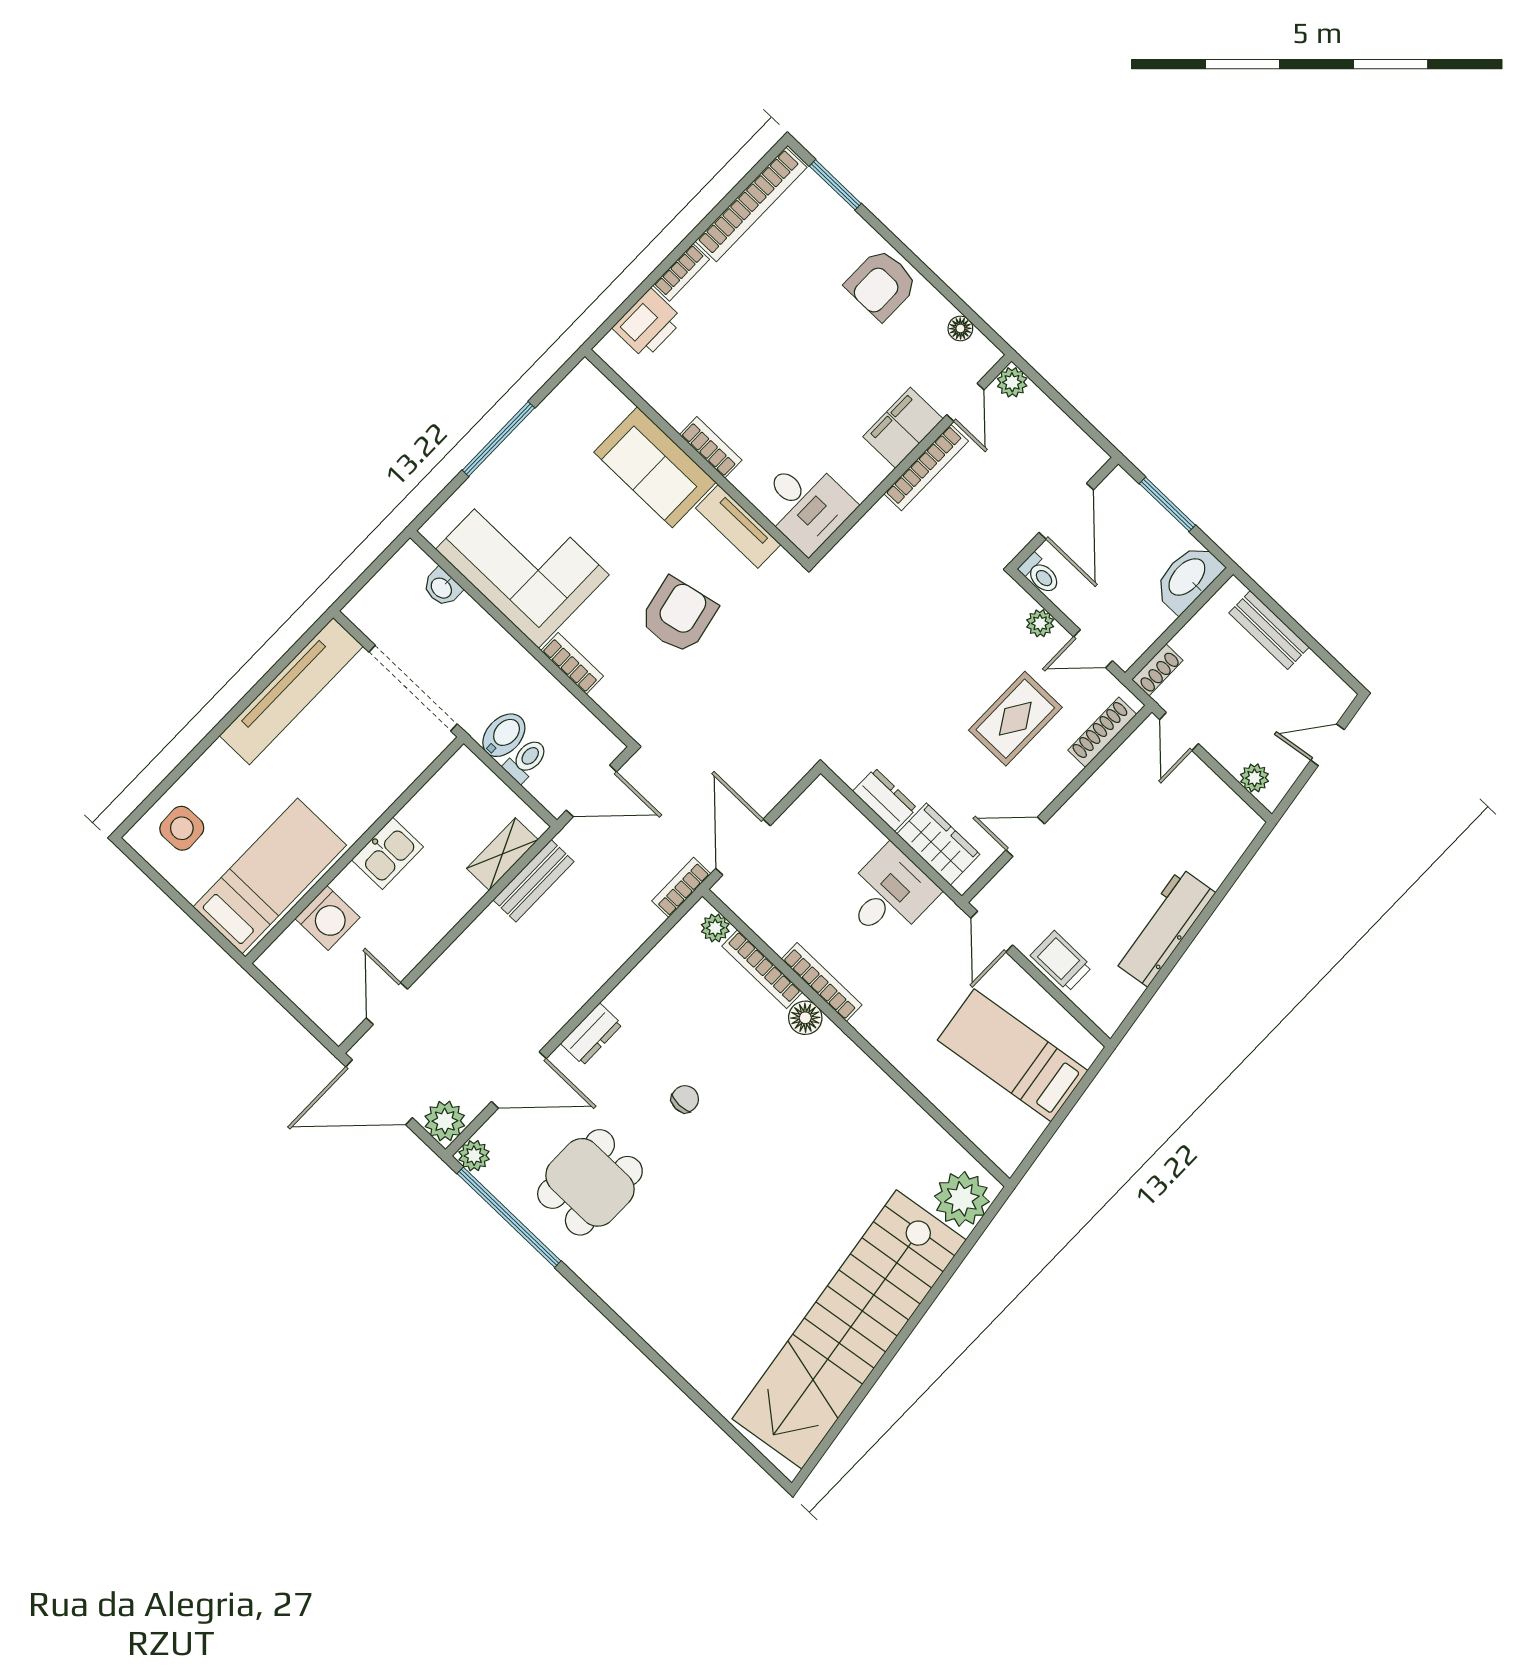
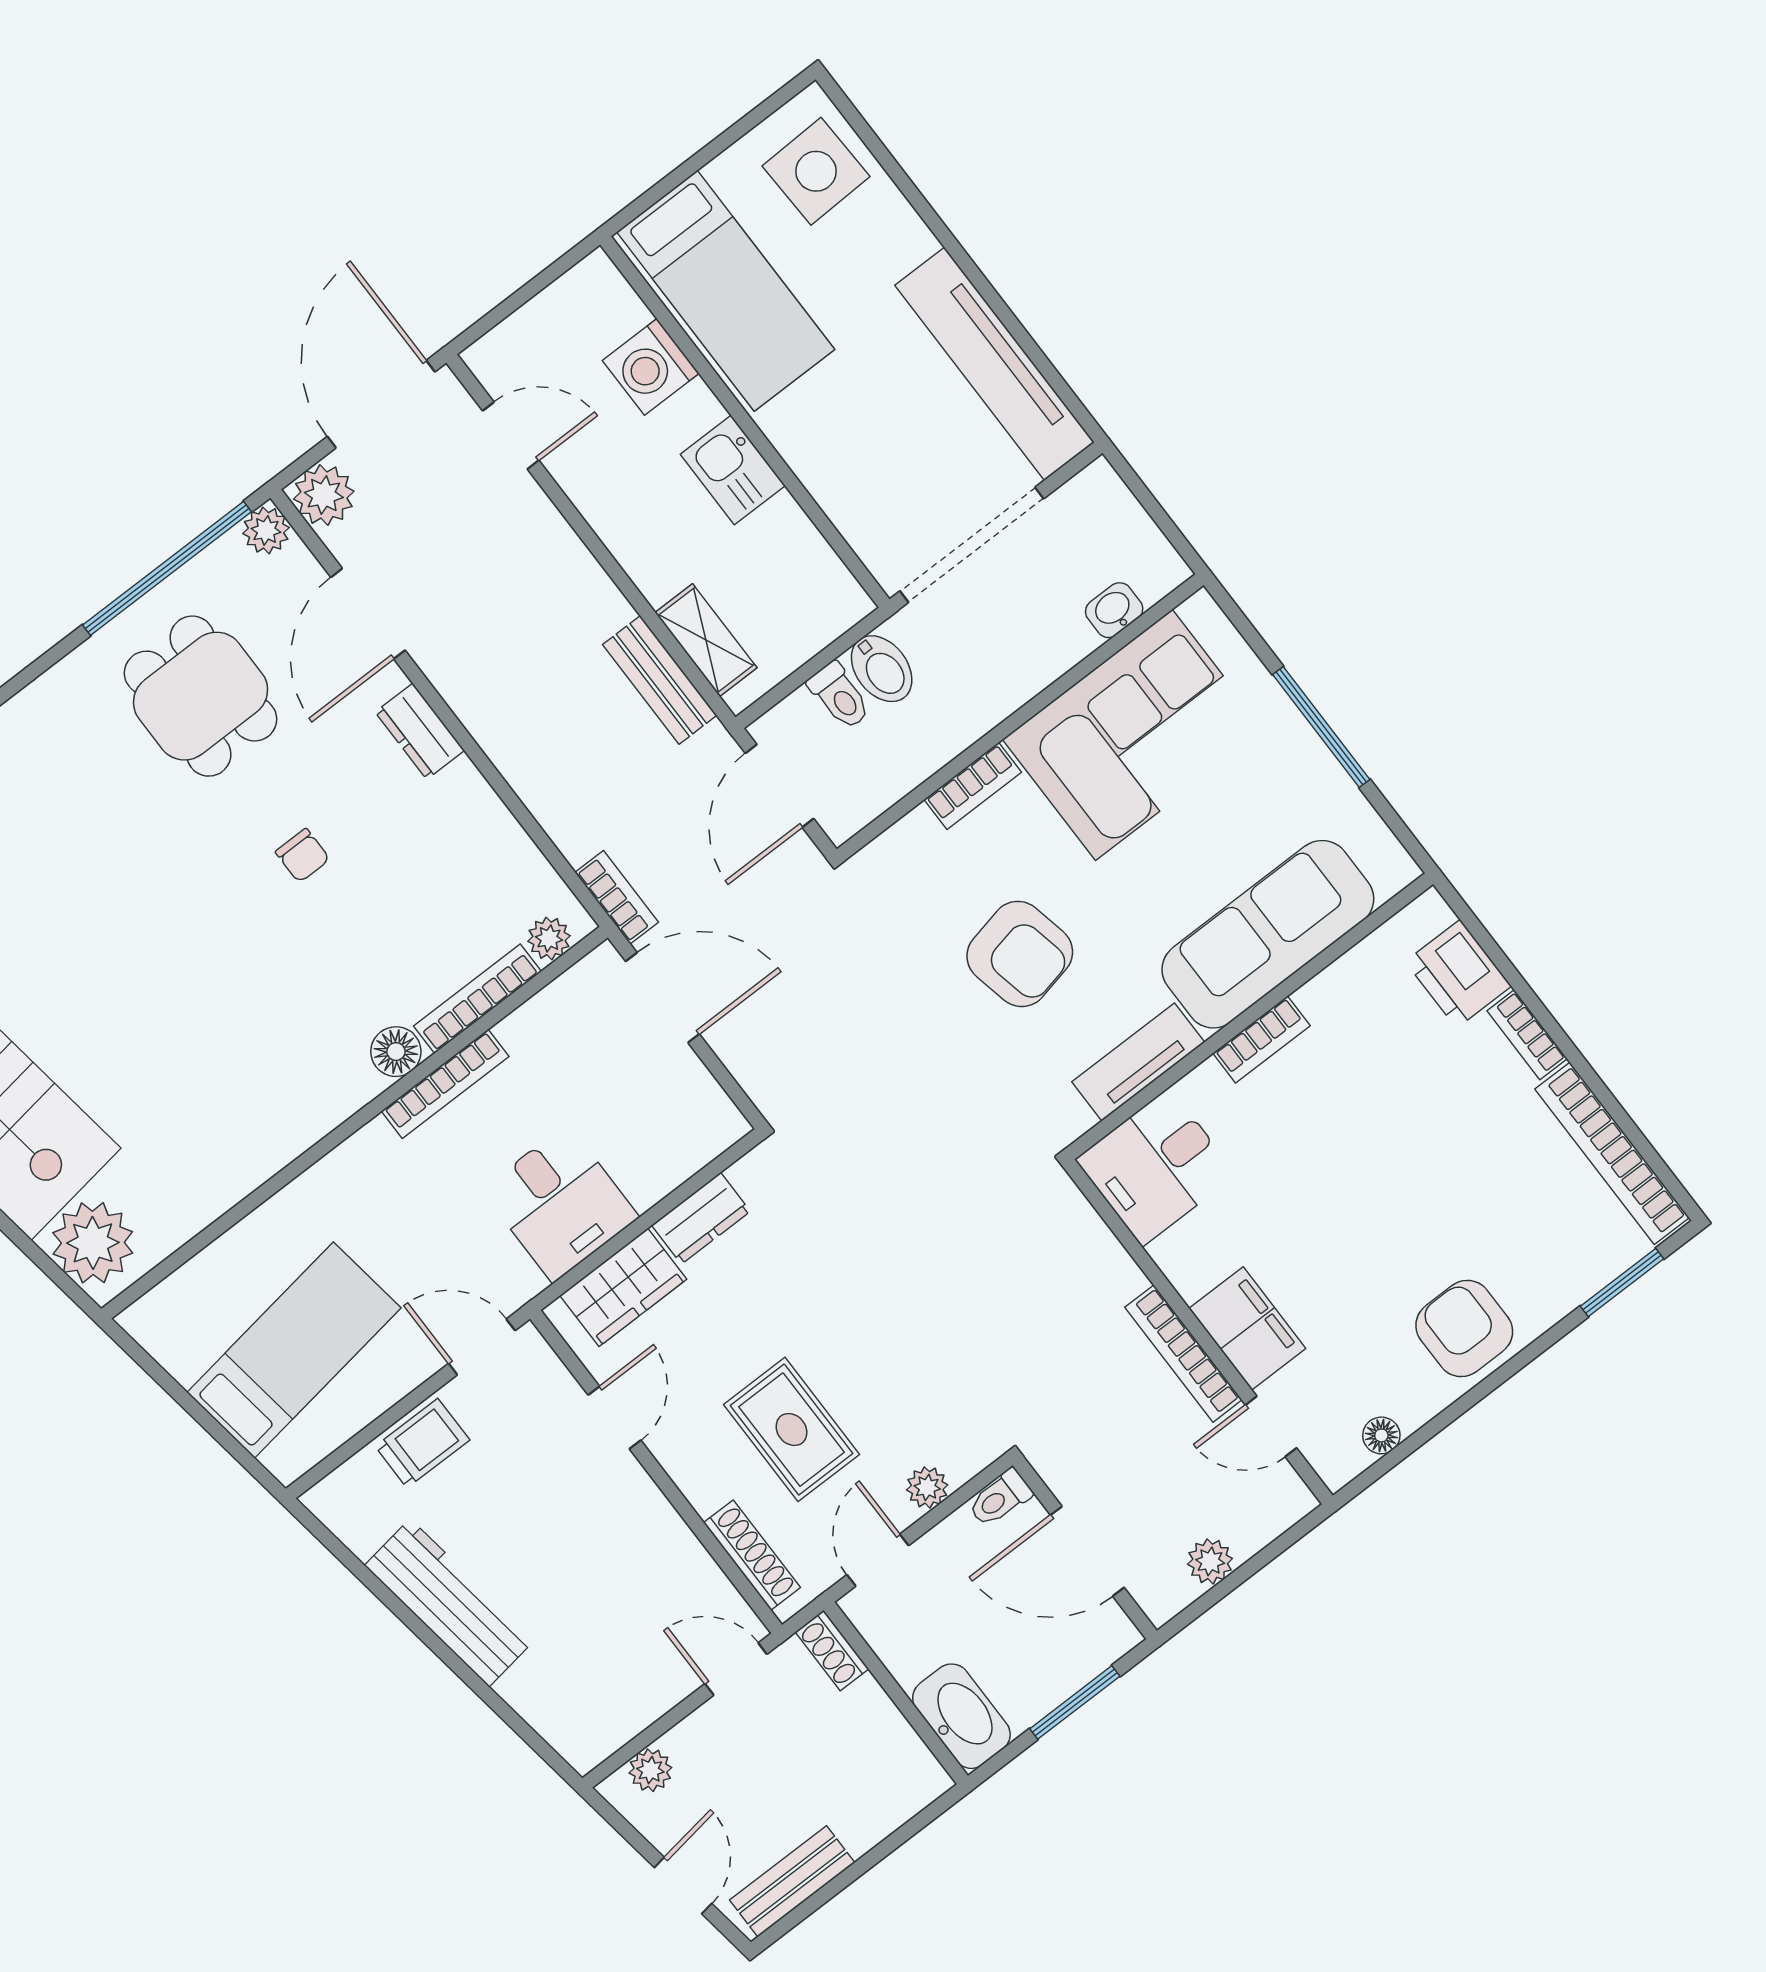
plant: (1012, 382) -> (1210, 1561), moved
sofa: (655, 467) -> (1268, 934), width x1.36
bench: (1269, 630) -> (792, 1881), moved
side table: (182, 828) -> (816, 171), width x1.37, depth x1.37

